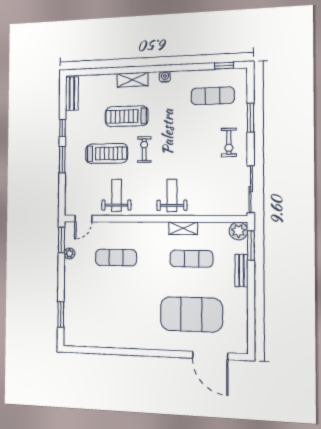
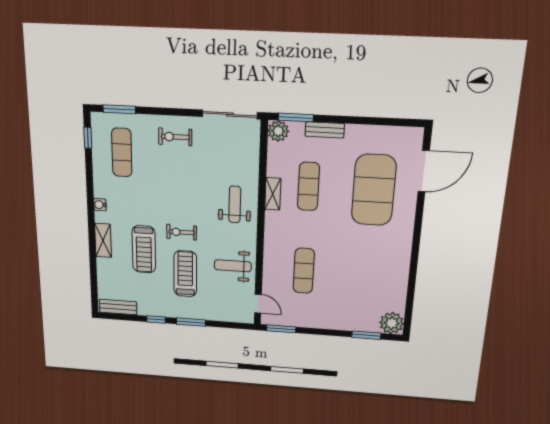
window: (251, 118) -> (119, 109), moved
exercise bike: (229, 142) -> (175, 137), turned 180
weight bench: (172, 195) -> (235, 204), turned 90
plant: (69, 253) -> (392, 323), moved, width x1.87, depth x1.87

